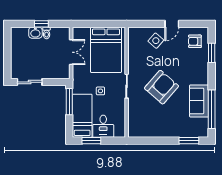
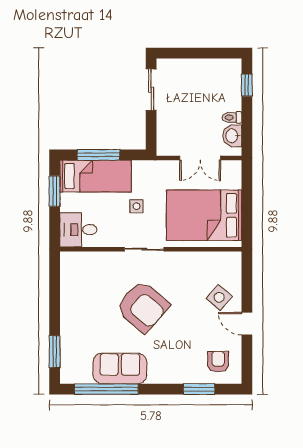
window: (41, 24) -> (247, 85), moved
washbasin: (35, 33) -> (232, 136), moved
window: (69, 102) -> (99, 155), moved
desk: (103, 126) -> (78, 230), moved

